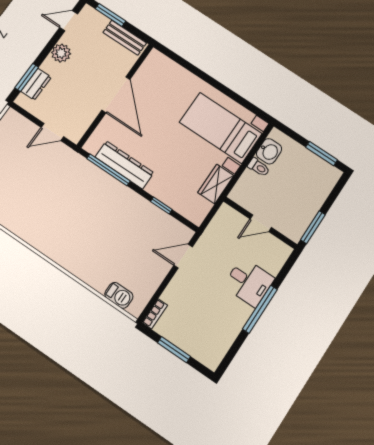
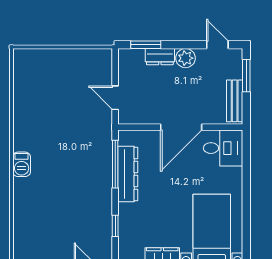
desk: (157, 73) -> (223, 148), added
dresser: (36, 84) -> (160, 57), moved
barbecue: (119, 295) -> (22, 164), moved

